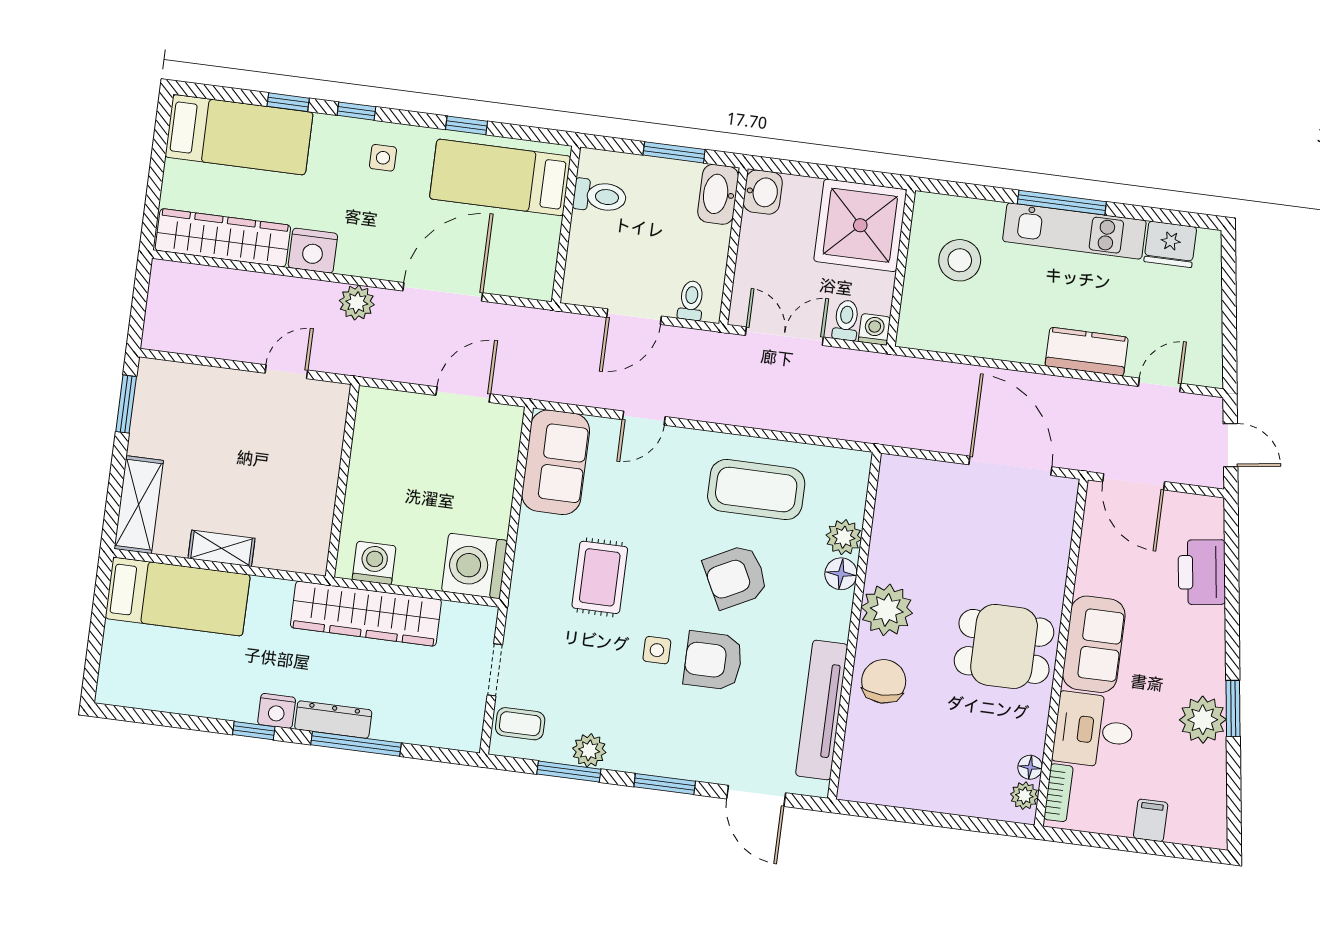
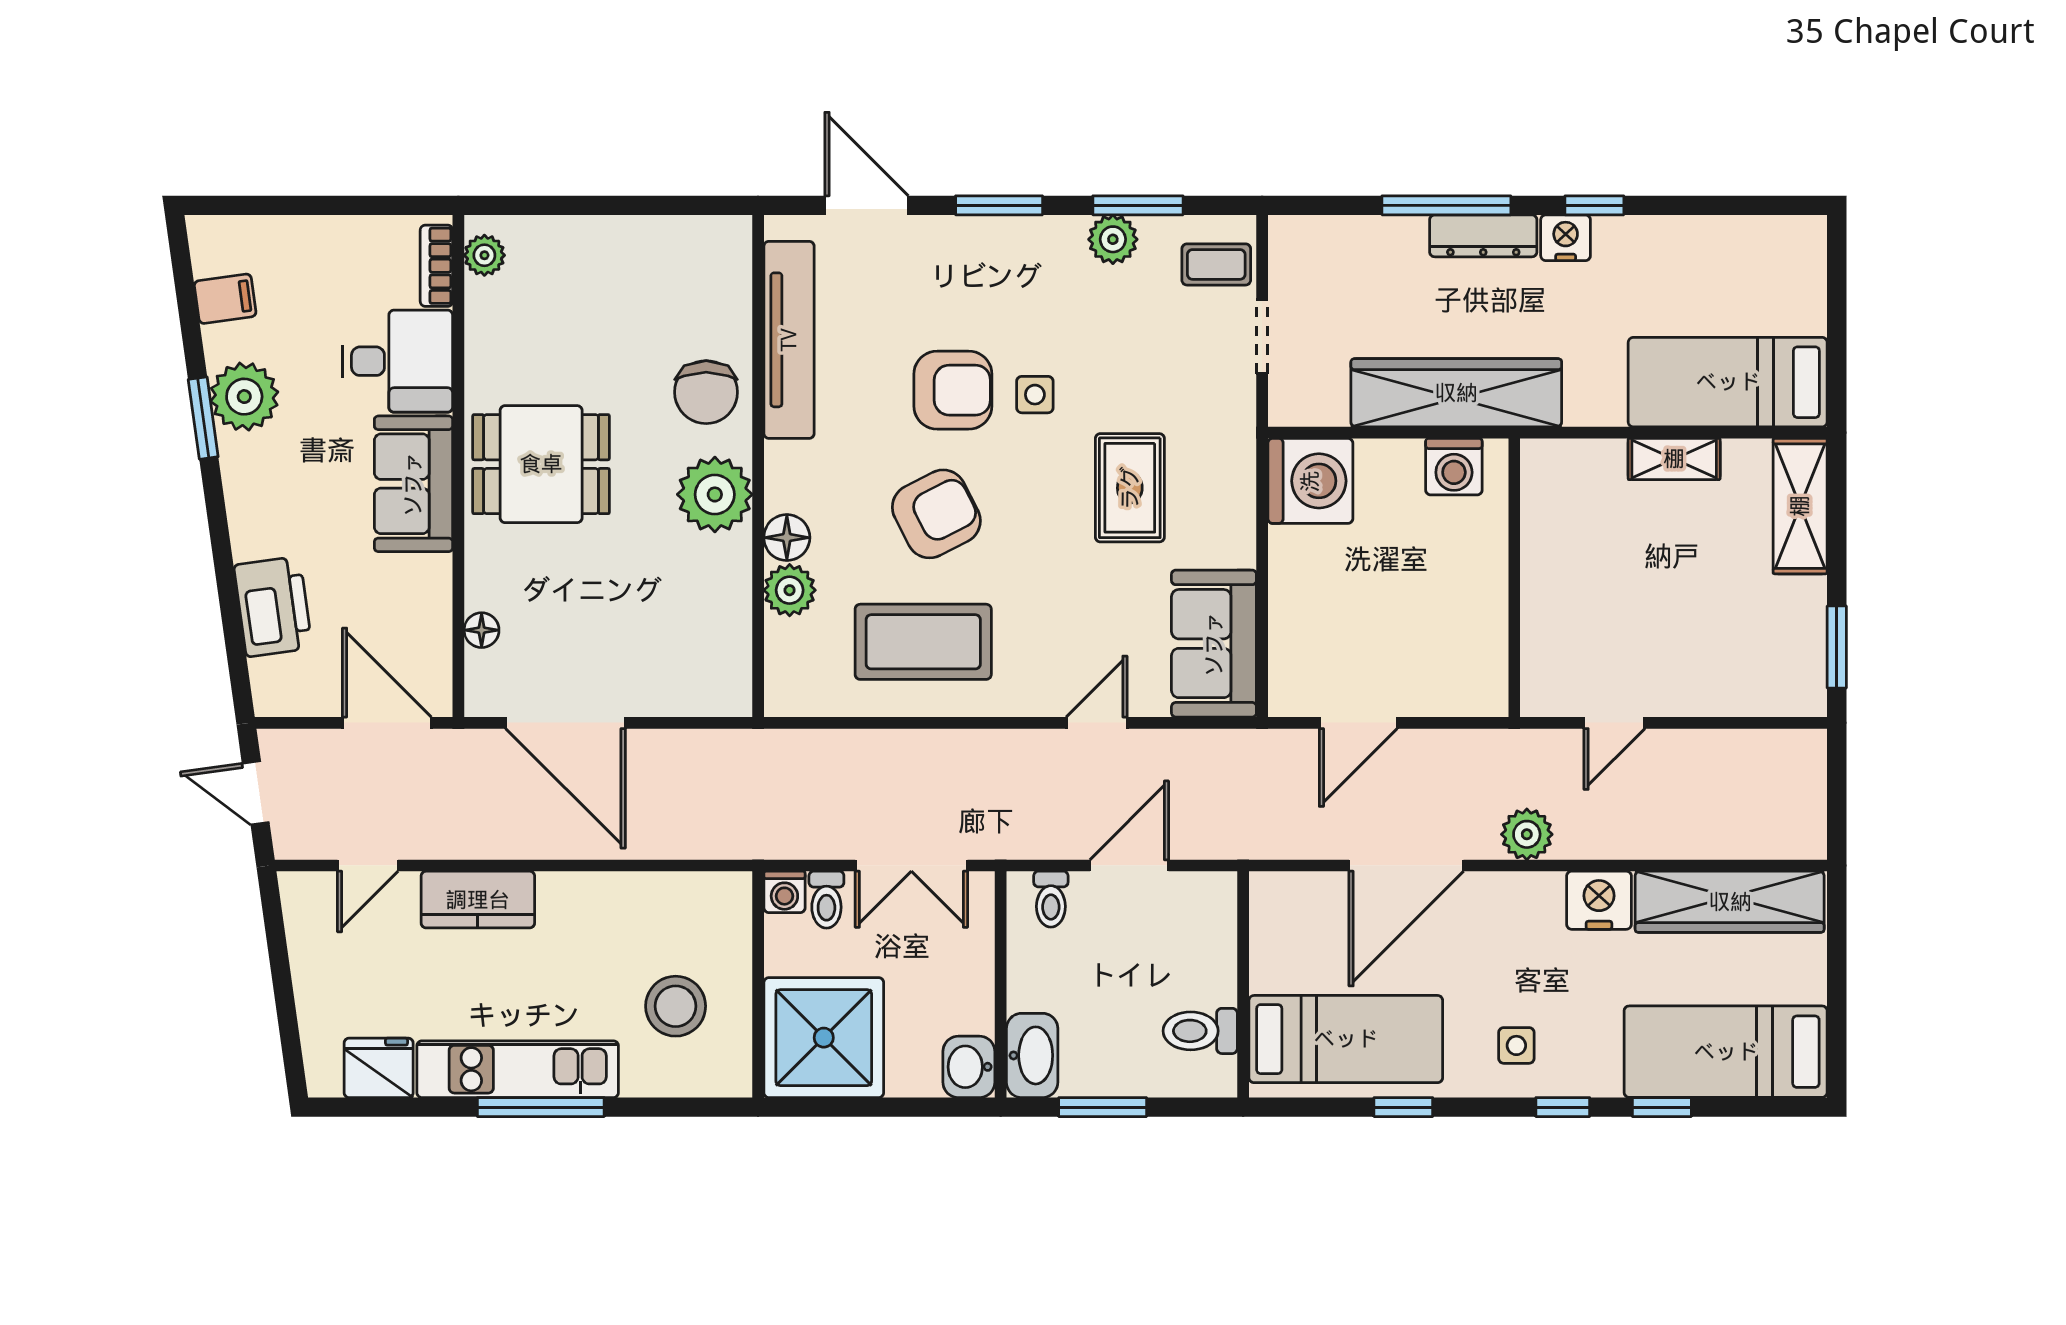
floor lamp: (1030, 767) -> (482, 630), moved
filing cabinet: (1151, 820) -> (225, 299), moved, turned -98

